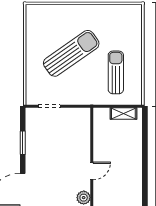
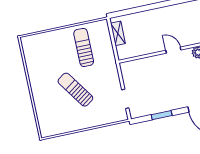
sun lounger: (71, 53) -> (75, 90), width x0.73, depth x0.75
sun lounger: (116, 72) -> (84, 47), turned 90

